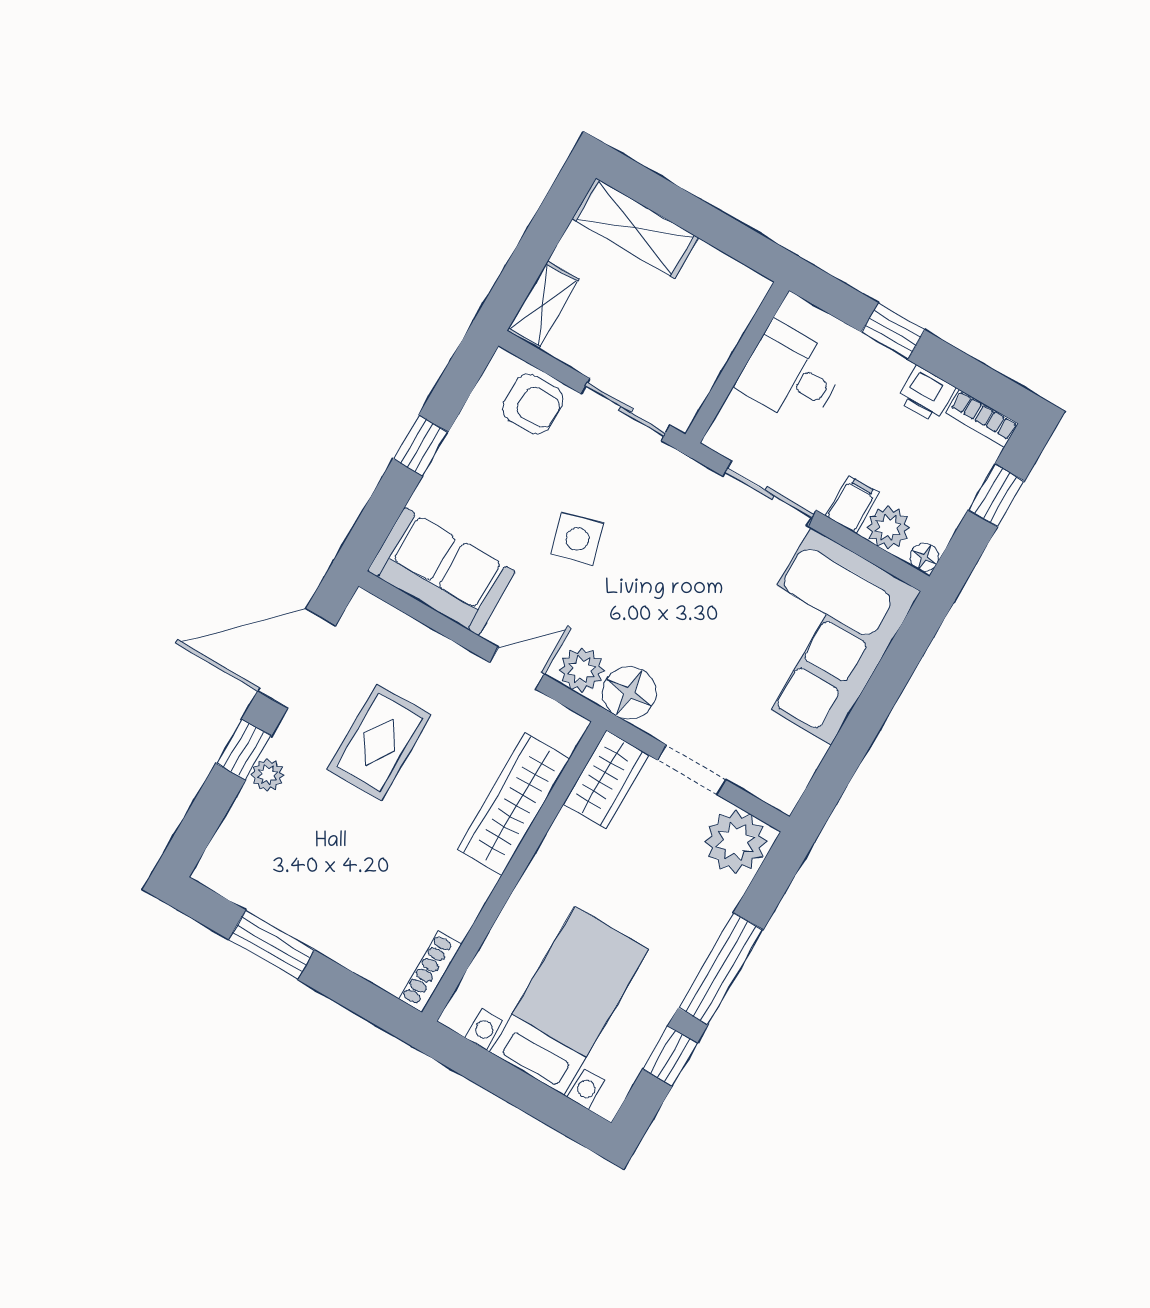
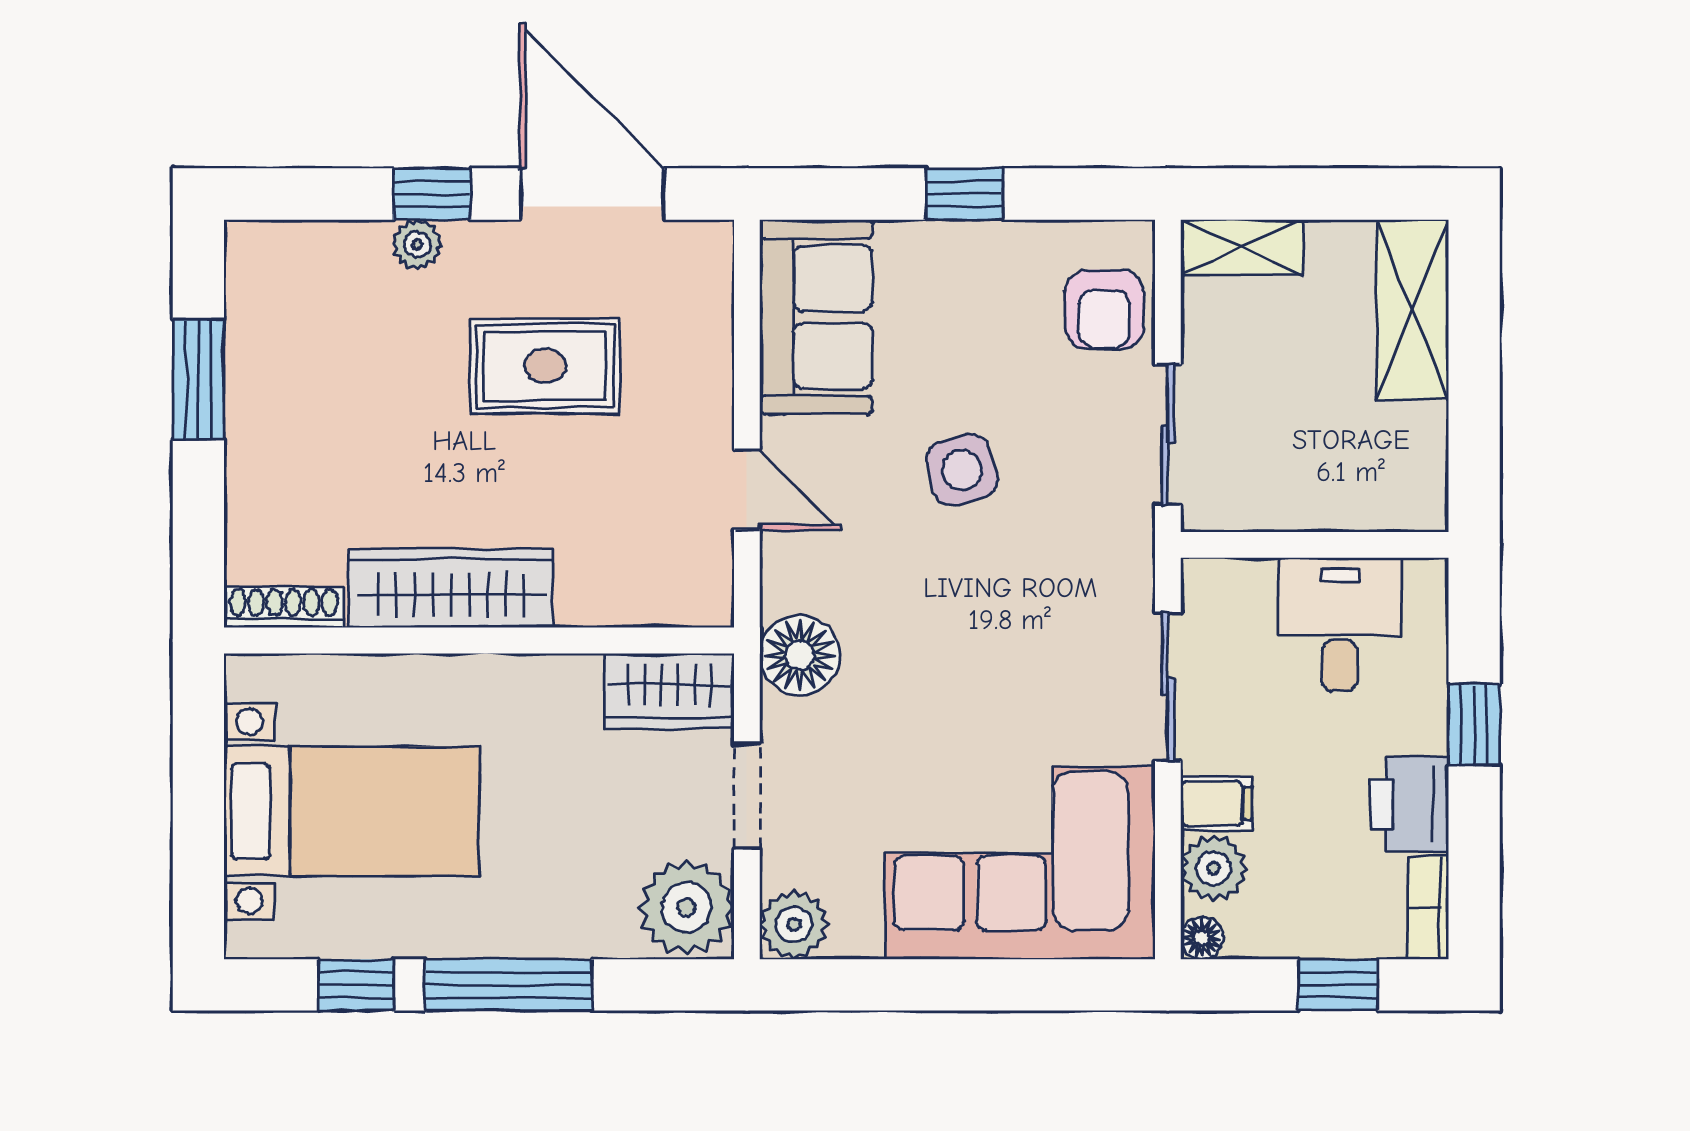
printer: (926, 394) -> (1409, 804), width x1.36, depth x1.24
plant: (582, 670) -> (794, 925), moved
wardrobe: (513, 804) -> (451, 588), moved

